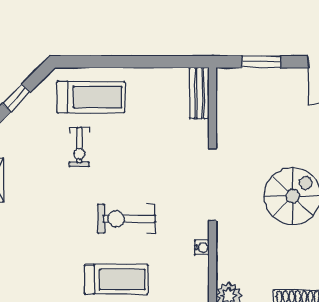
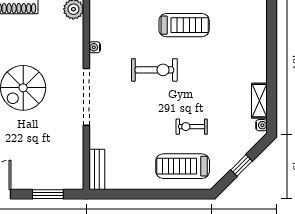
exercise bike: (79, 147) -> (192, 127), turned -90
treadmill: (116, 279) -> (184, 25), moved, turned 180

